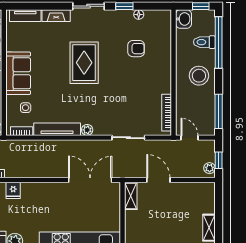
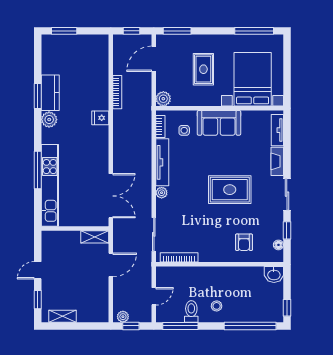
washbasin: (183, 19) -> (274, 275), moved
toilet: (204, 42) -> (191, 311), moved
wall: (173, 73) -> (220, 264), moved
stool: (199, 76) -> (217, 306), width x0.53, depth x0.53
bookcase: (167, 113) -> (179, 257), moved

